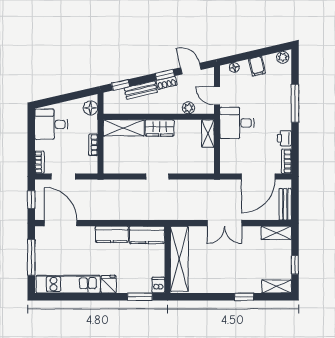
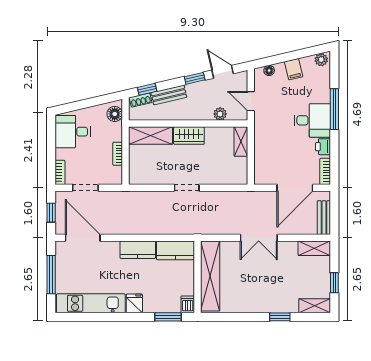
shoe rack: (167, 83) -> (141, 100), moved
desk: (237, 123) -> (312, 120), moved, turned 180

